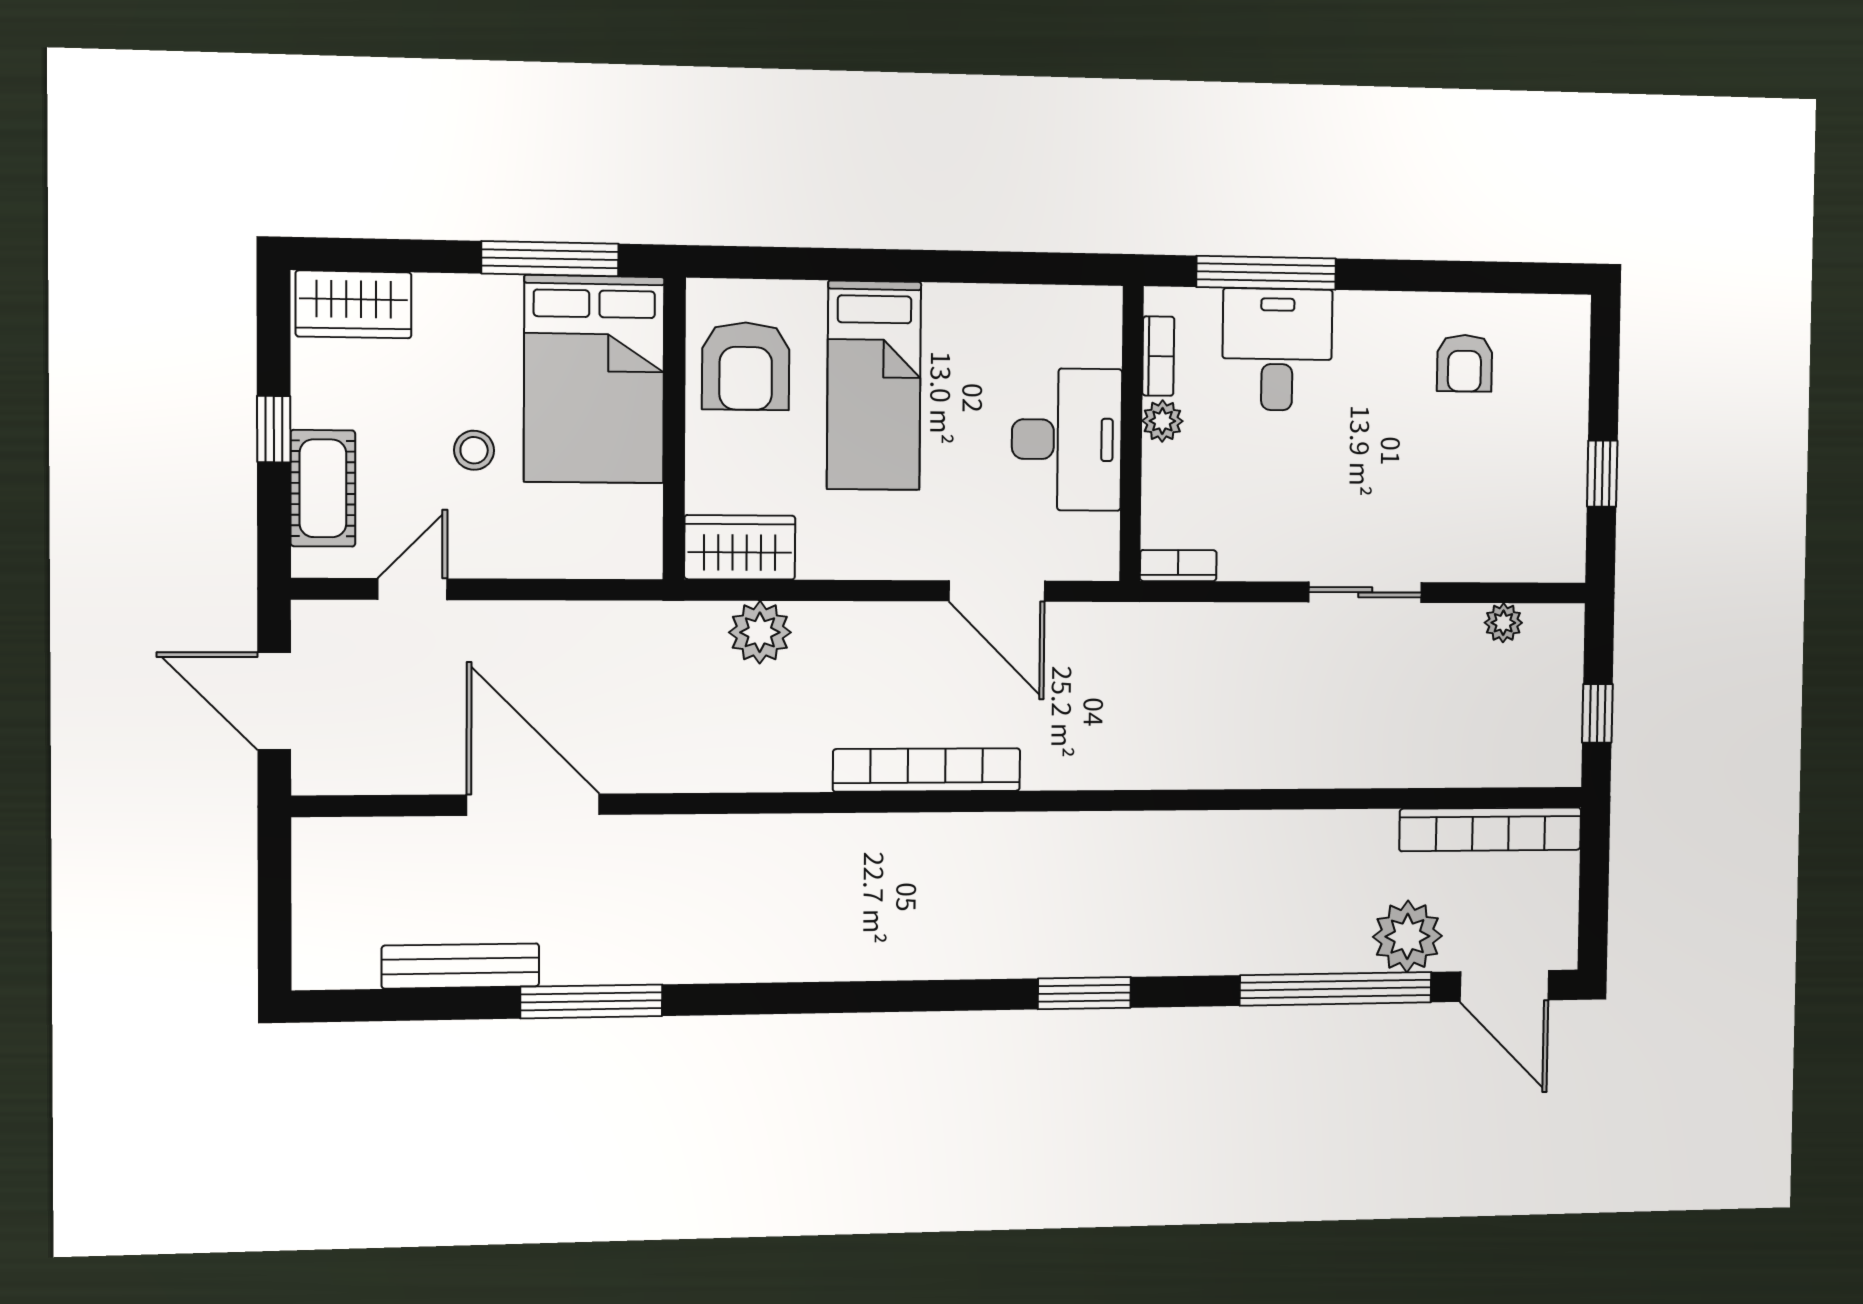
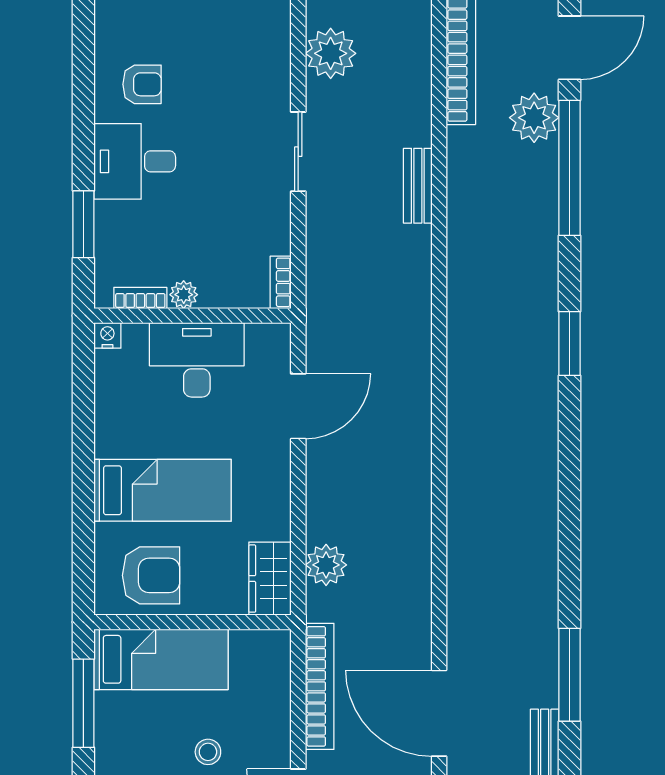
window: (1266, 273) -> (83, 224), width x0.69
nightstand: (1104, 306) -> (107, 335), added
desk: (1277, 350) -> (135, 161), moved
bed: (594, 379) -> (161, 659), width x0.67
plant: (1503, 623) -> (331, 53), width x1.87, depth x1.87
bench: (1314, 768) -> (418, 186), added
bookcase: (927, 770) -> (320, 686), moved, turned 180
door: (533, 805) -> (439, 713), hinge flipped

